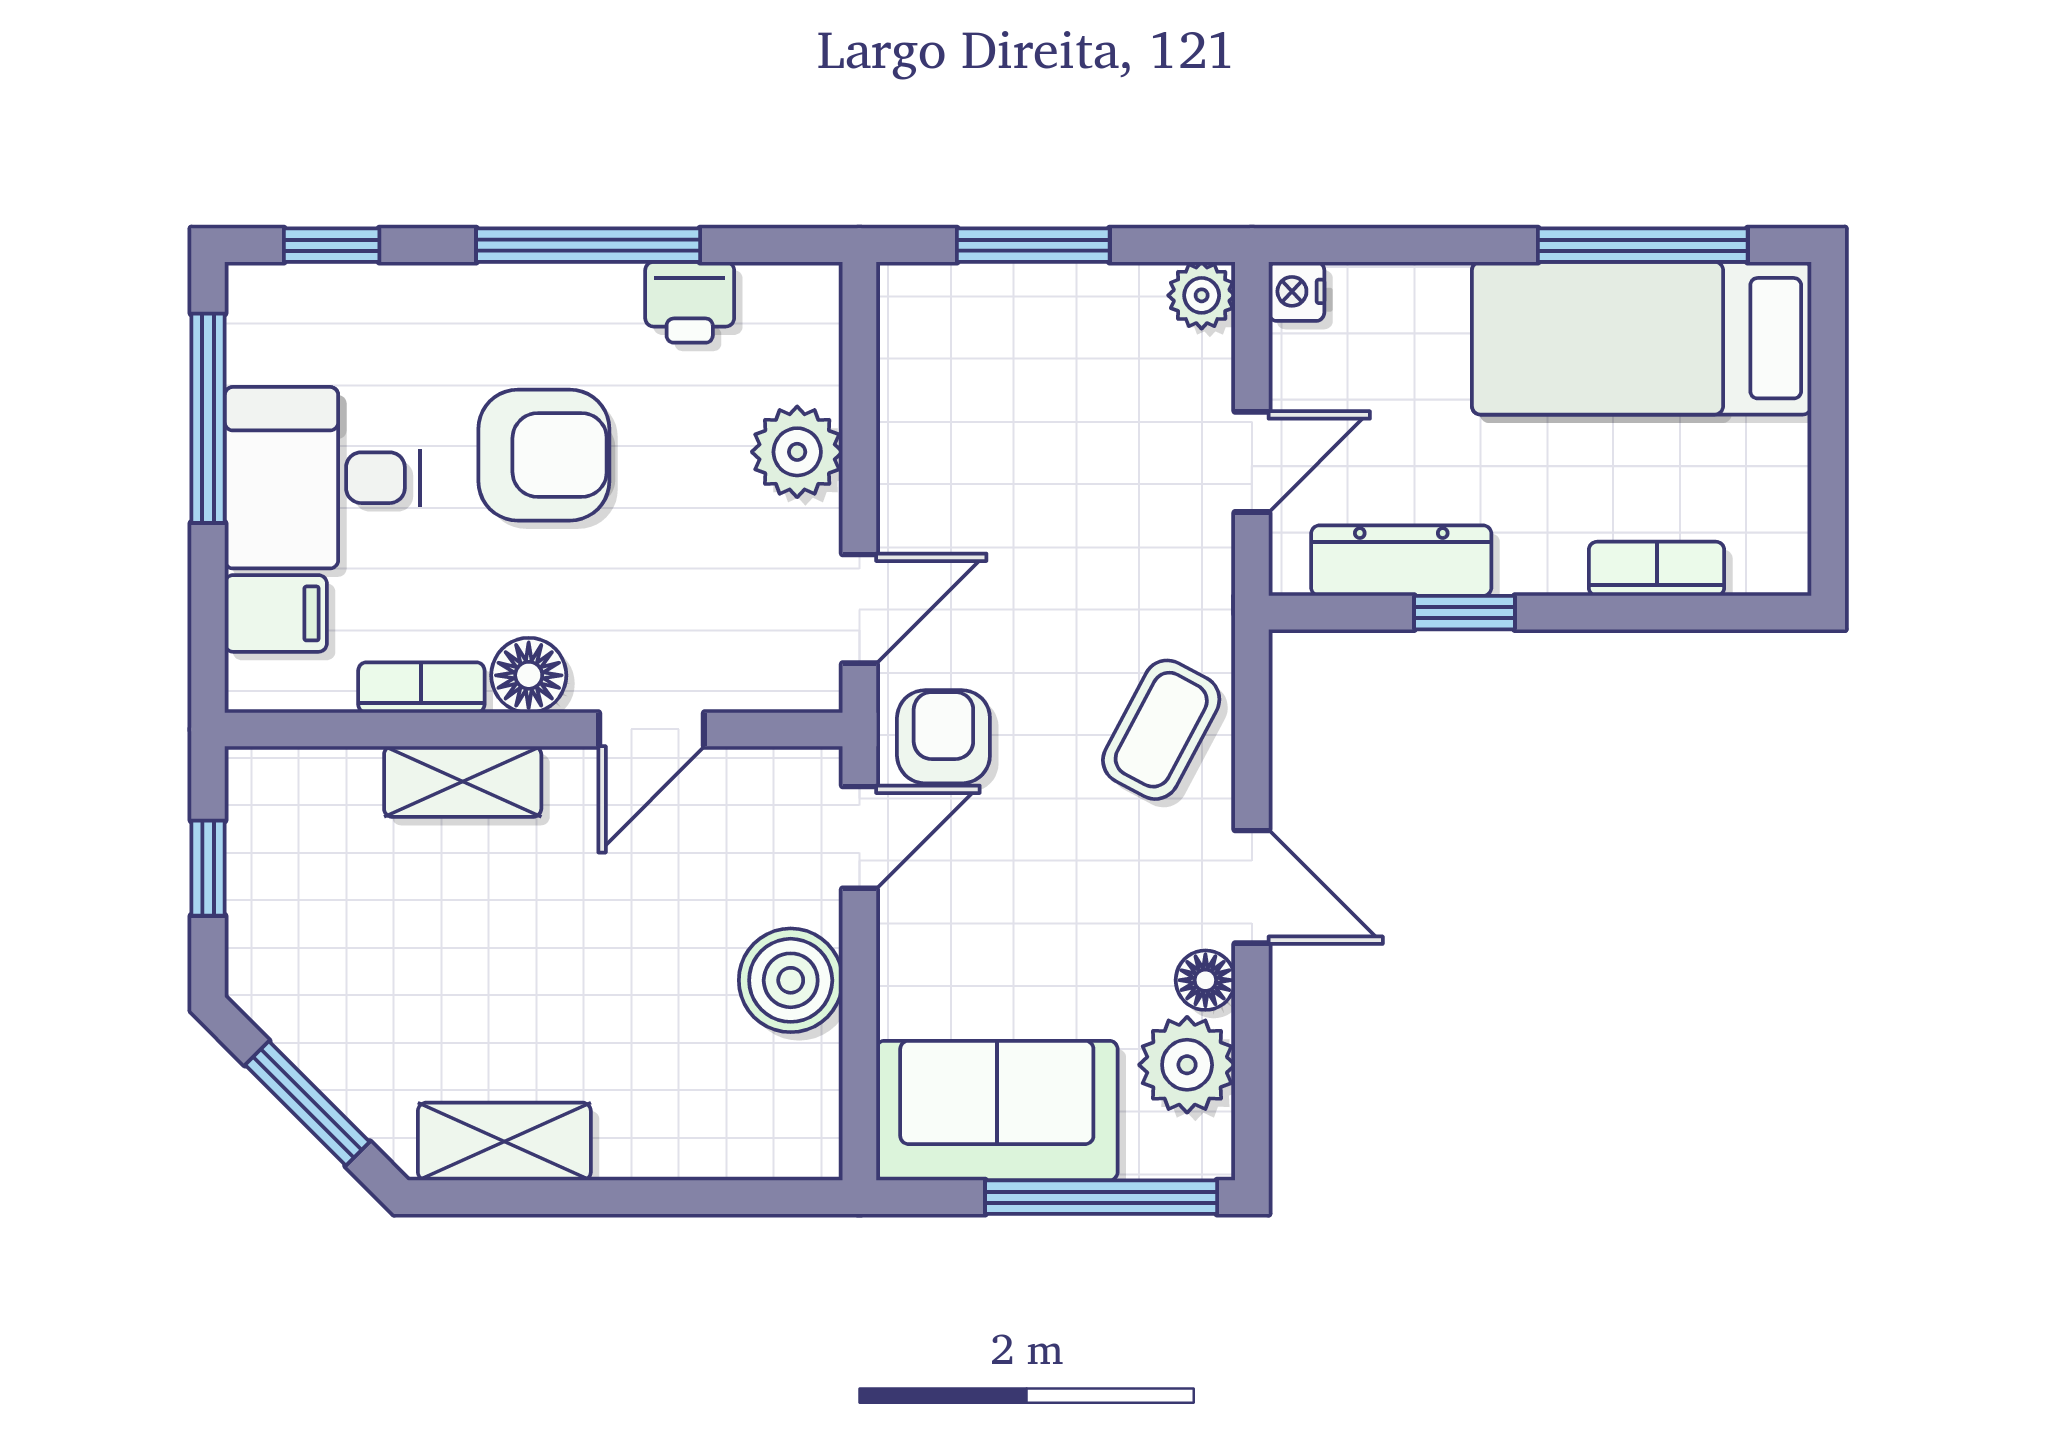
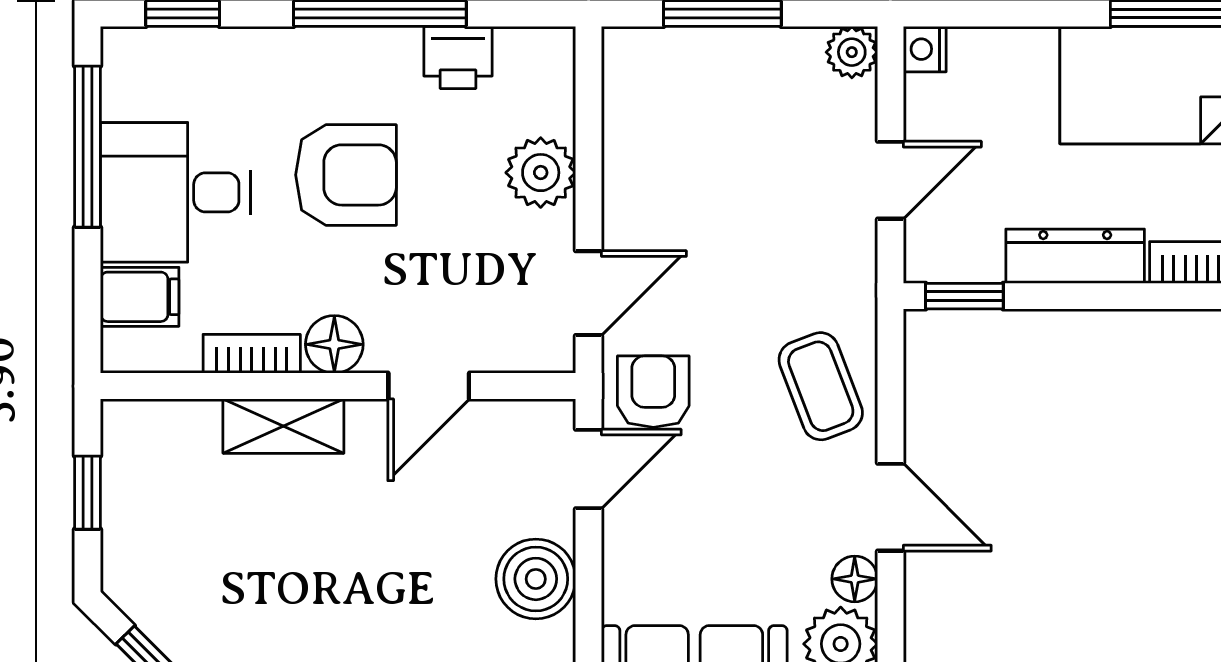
dresser: (1401, 561) -> (1075, 256), moved
window: (1464, 613) -> (964, 296), moved
coffee table: (1161, 730) -> (821, 386), turned -49

